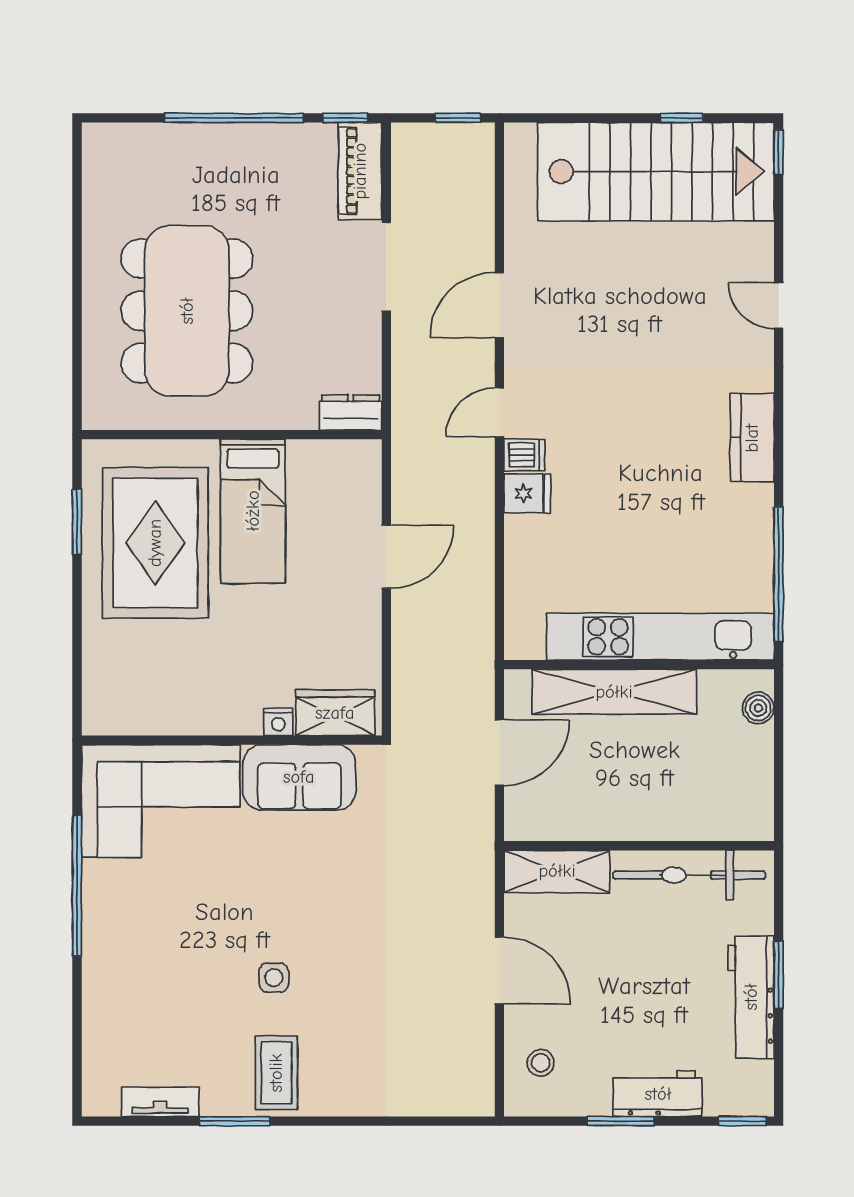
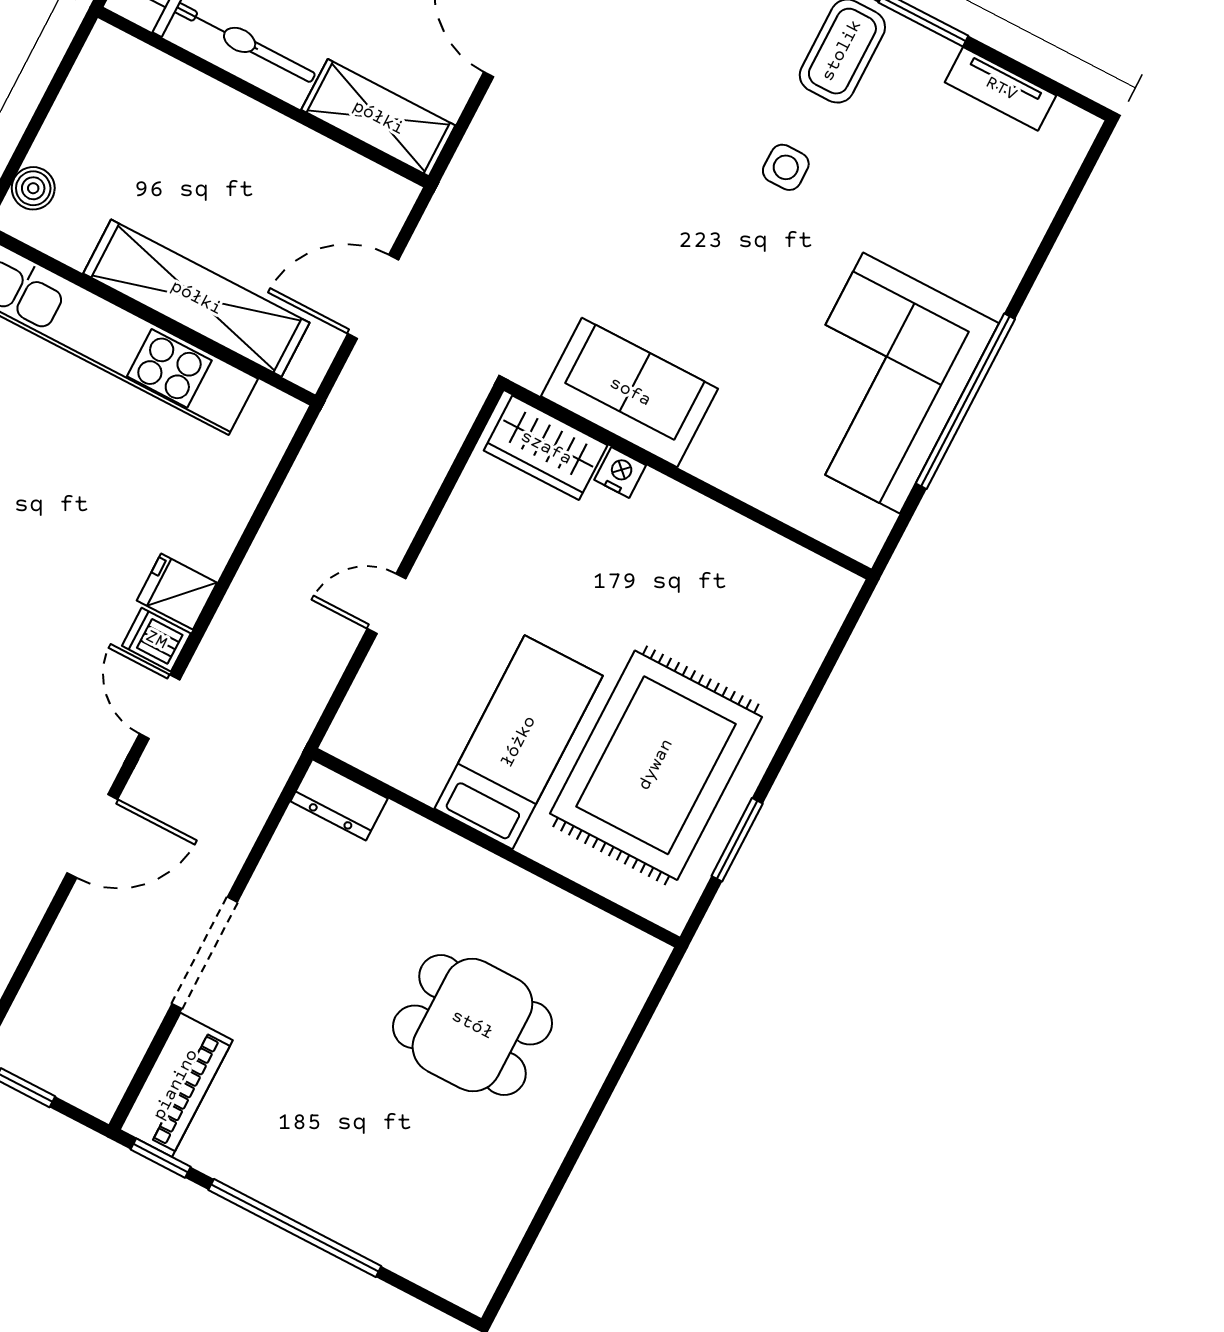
dining table: (187, 311) -> (472, 1025), width x0.53, depth x0.80
door: (499, 412) -> (160, 707), swing flipped
door: (386, 557) -> (386, 604), width x0.73
corner sofa: (161, 801) -> (881, 383), moved, turned -90

